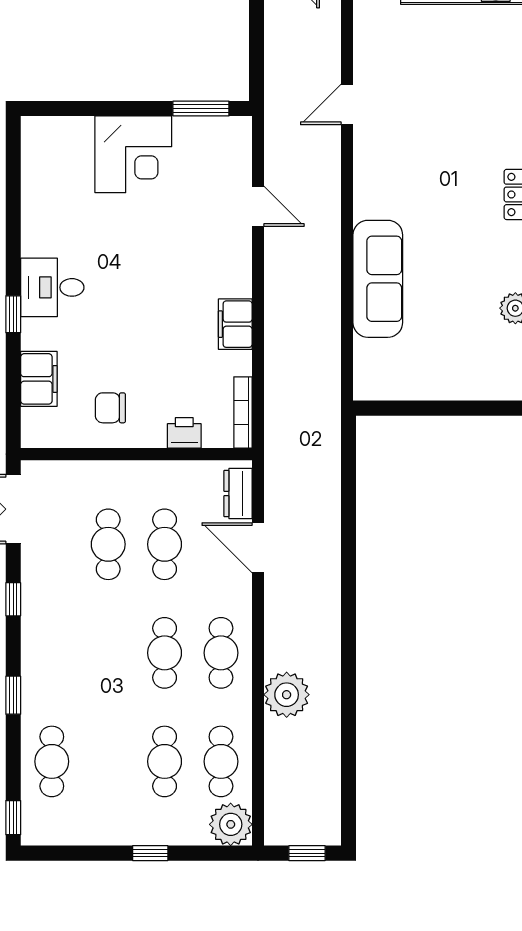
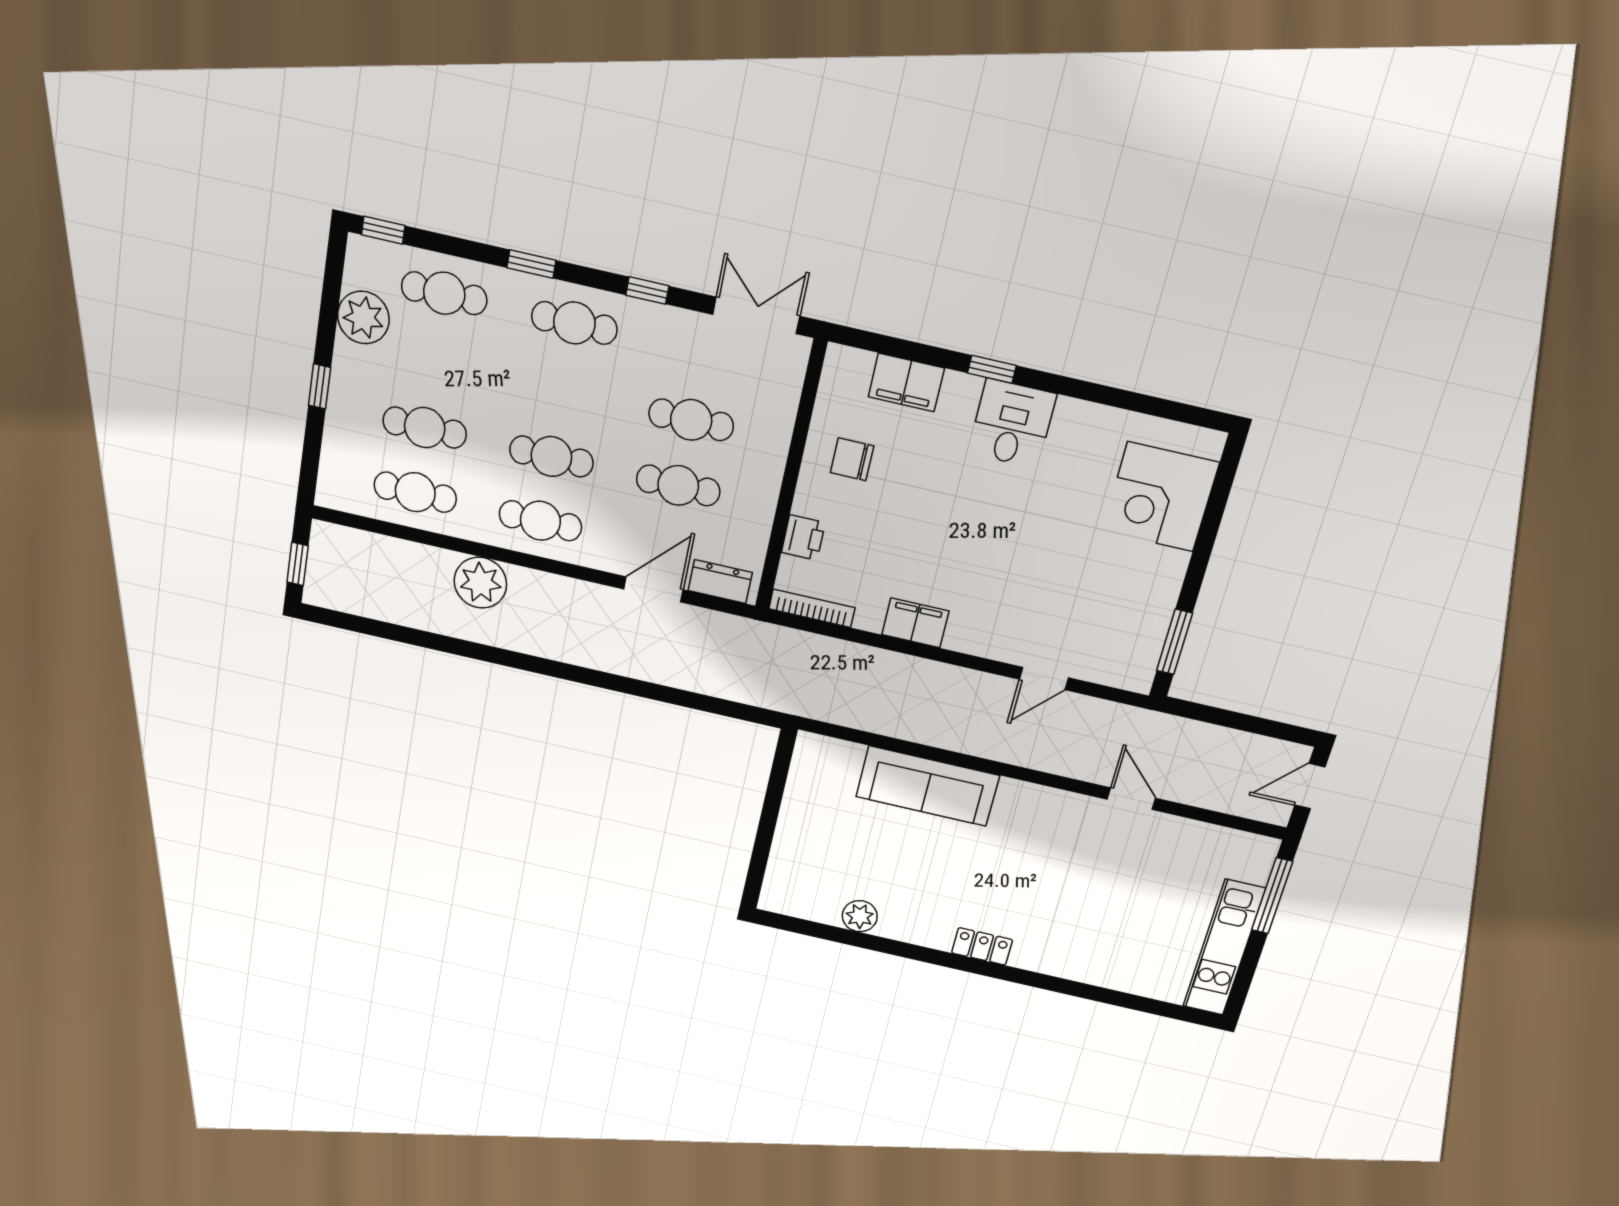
corner desk: (133, 154) -> (1160, 497), moved
chair: (110, 408) -> (852, 459), turned -90
cafe table: (52, 653) -> (574, 323), added
plant: (231, 824) -> (363, 318), moved

